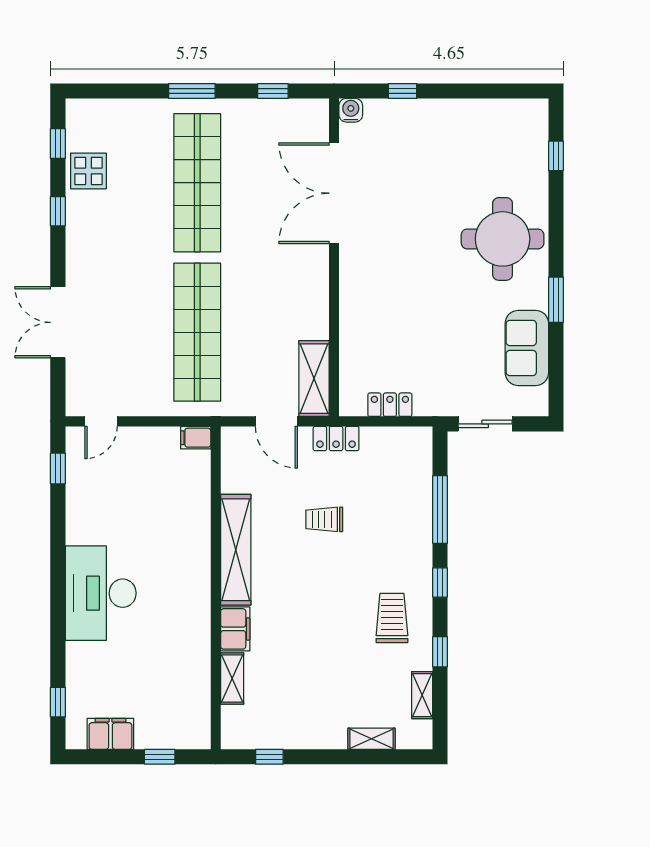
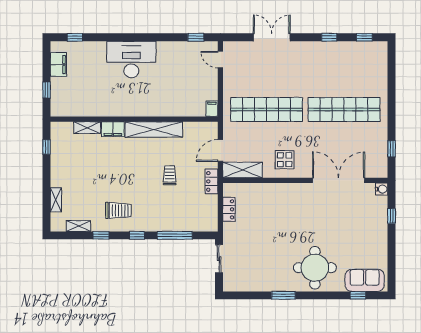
window: (192, 91) -> (392, 107), removed
display table: (88, 171) -> (285, 160), moved
sofa: (527, 348) -> (365, 280), moved

